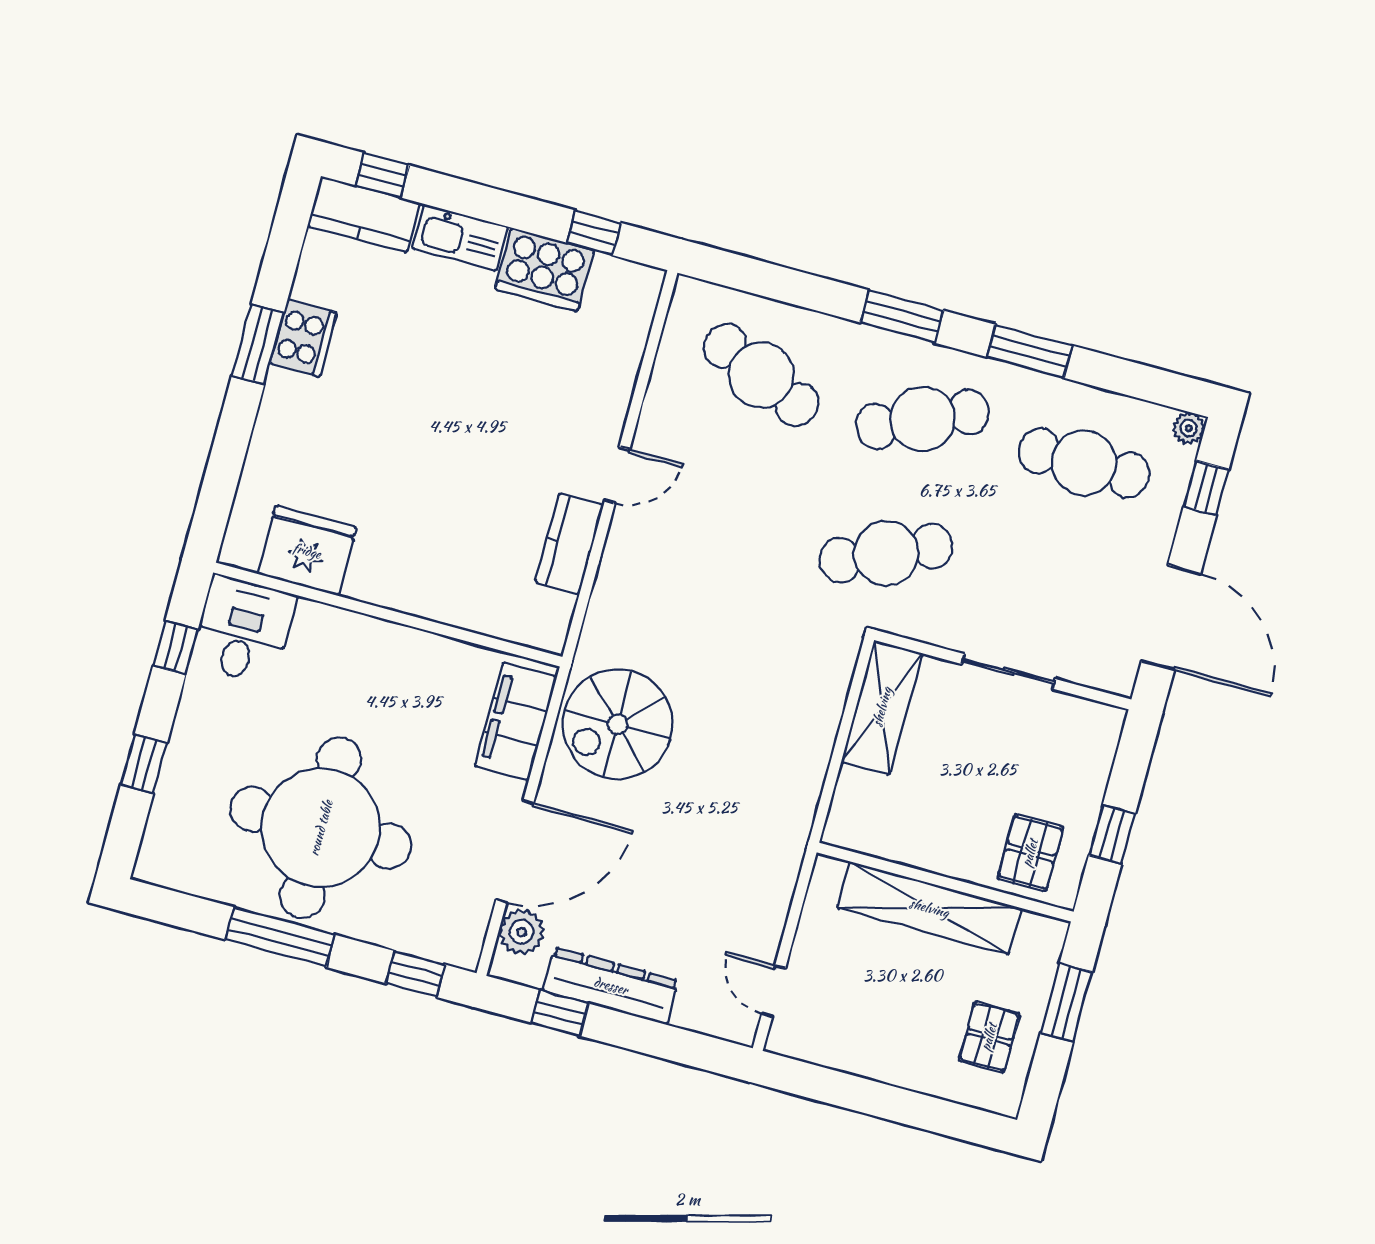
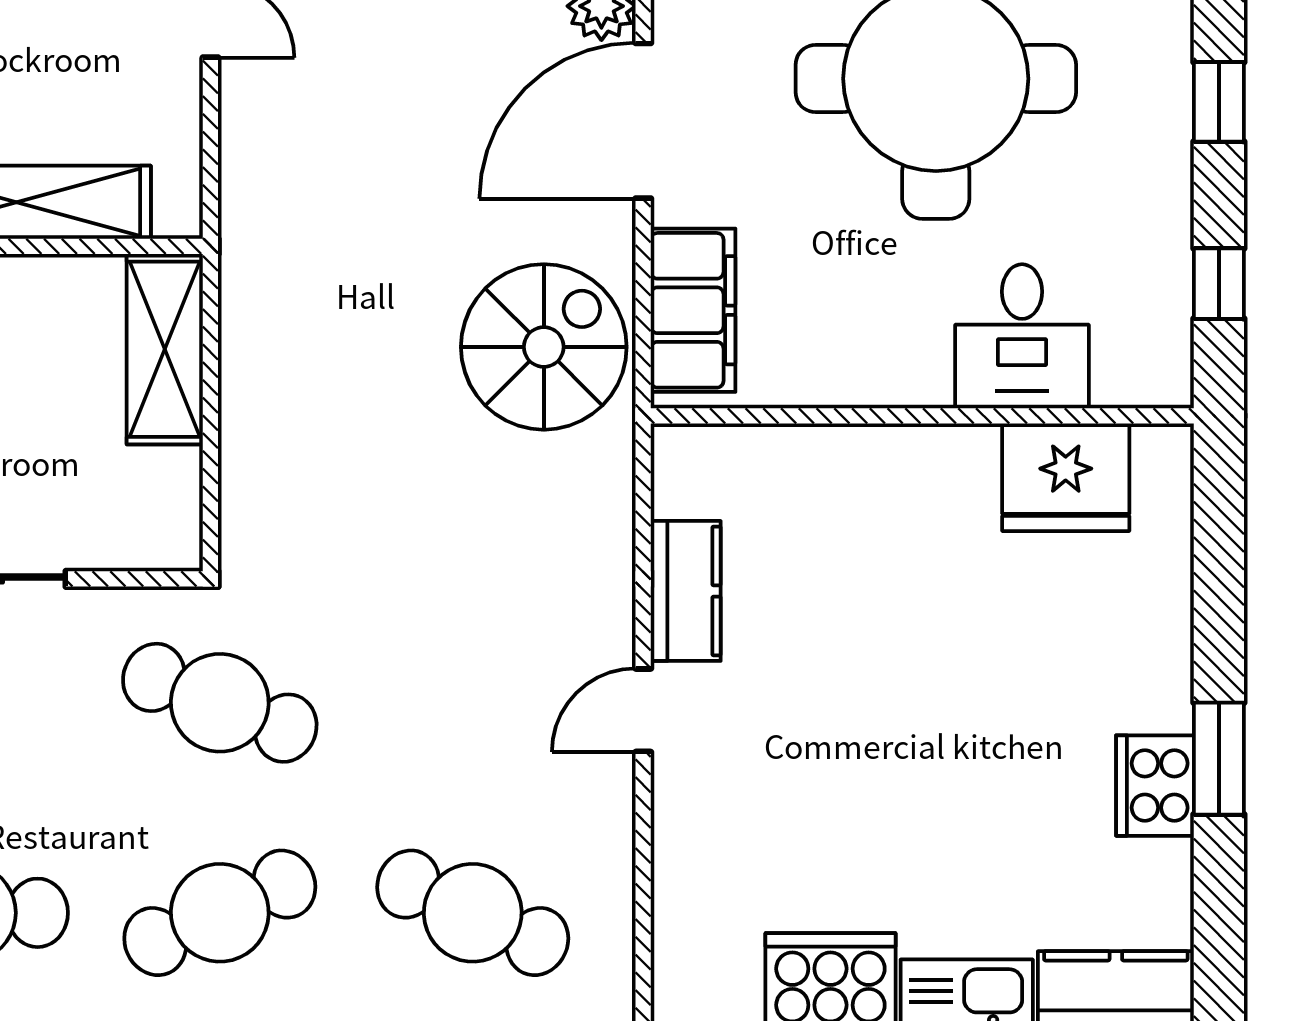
cafe table: (886, 553) -> (220, 703), turned 45
desk: (243, 630) -> (1022, 336), moved
shelving: (882, 707) -> (165, 349), moved

